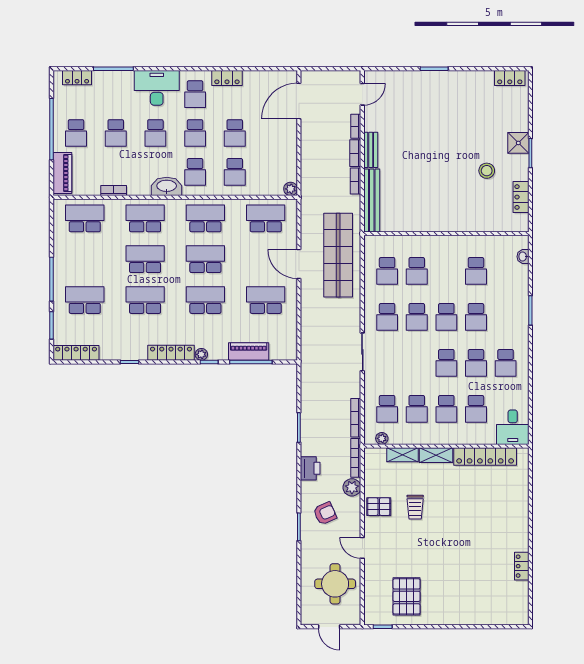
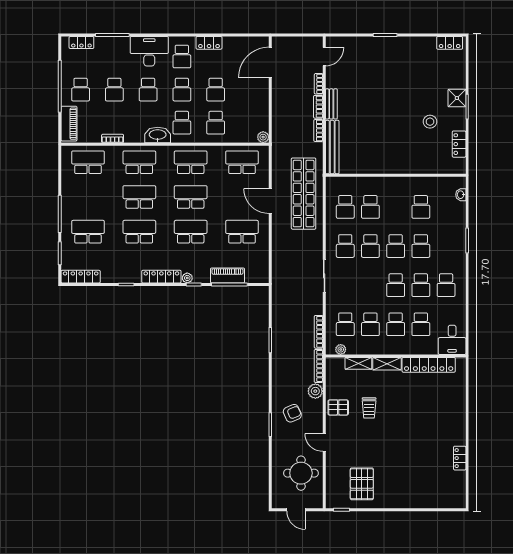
printer: (310, 468) -> (280, 375), removed

